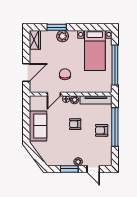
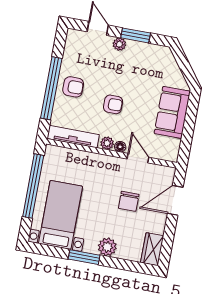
window: (57, 27) -> (84, 257), moved
chair: (65, 74) -> (129, 201), moved
door: (54, 94) -> (138, 158), hinge flipped

